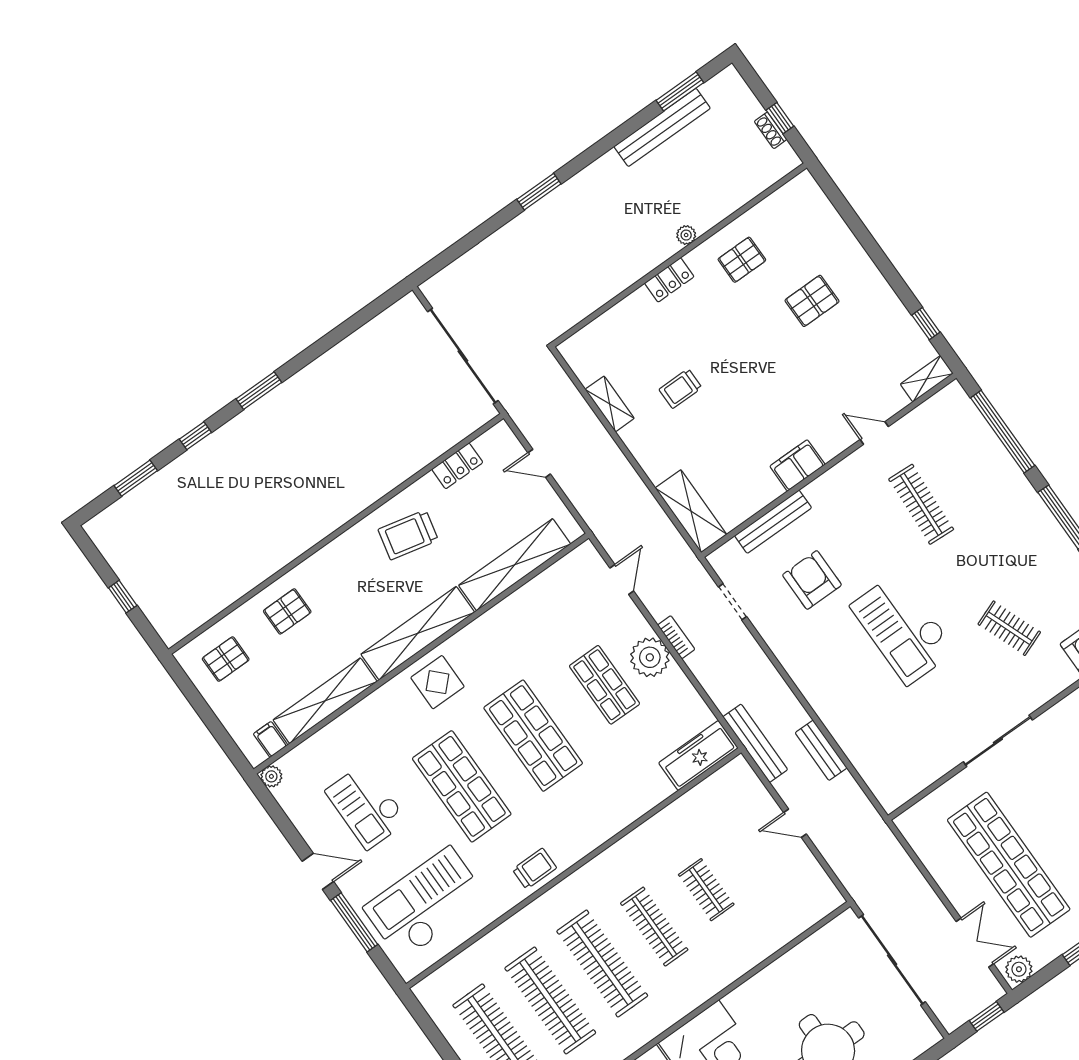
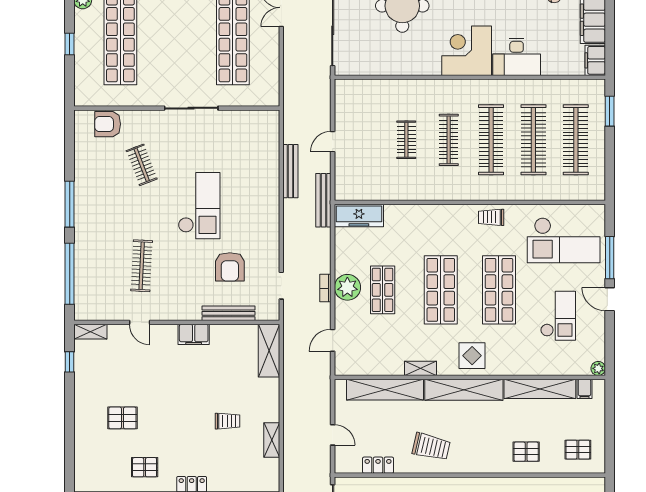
shelving: (489, 622) -> (420, 368), added
bench: (821, 750) -> (290, 171), width x1.36
door: (795, 823) -> (333, 142), swing flipped

